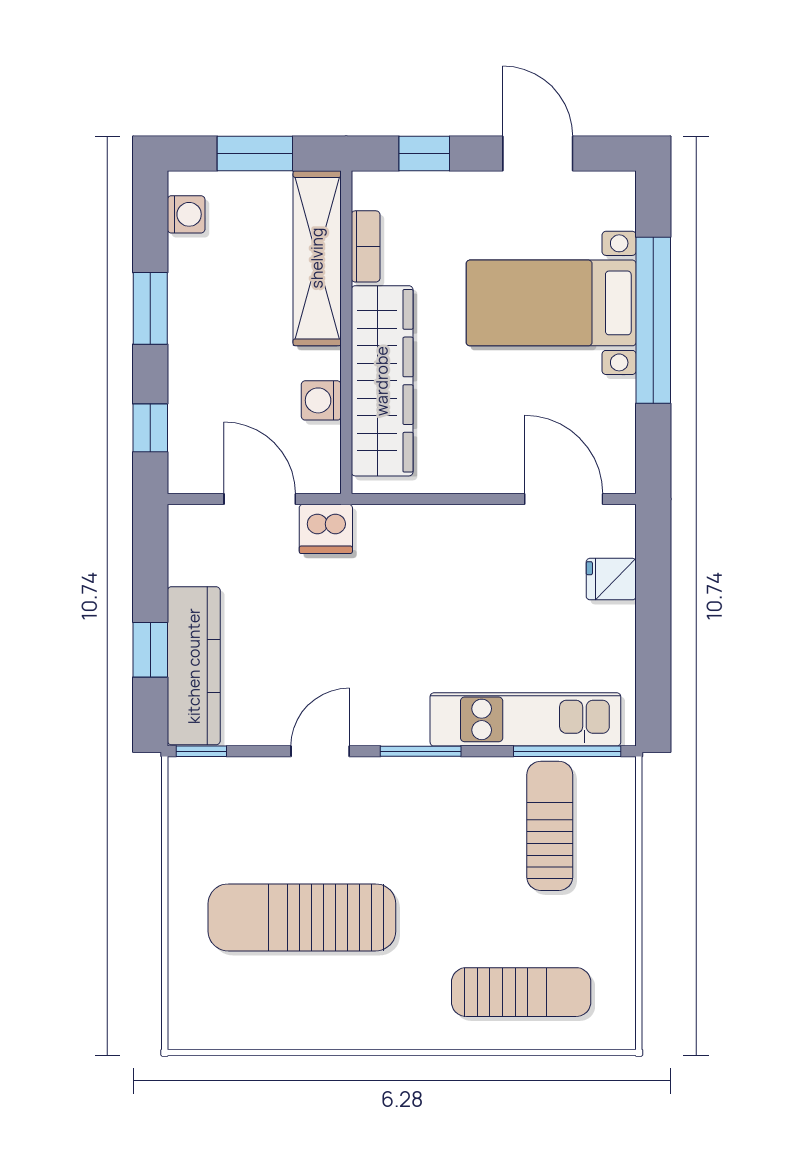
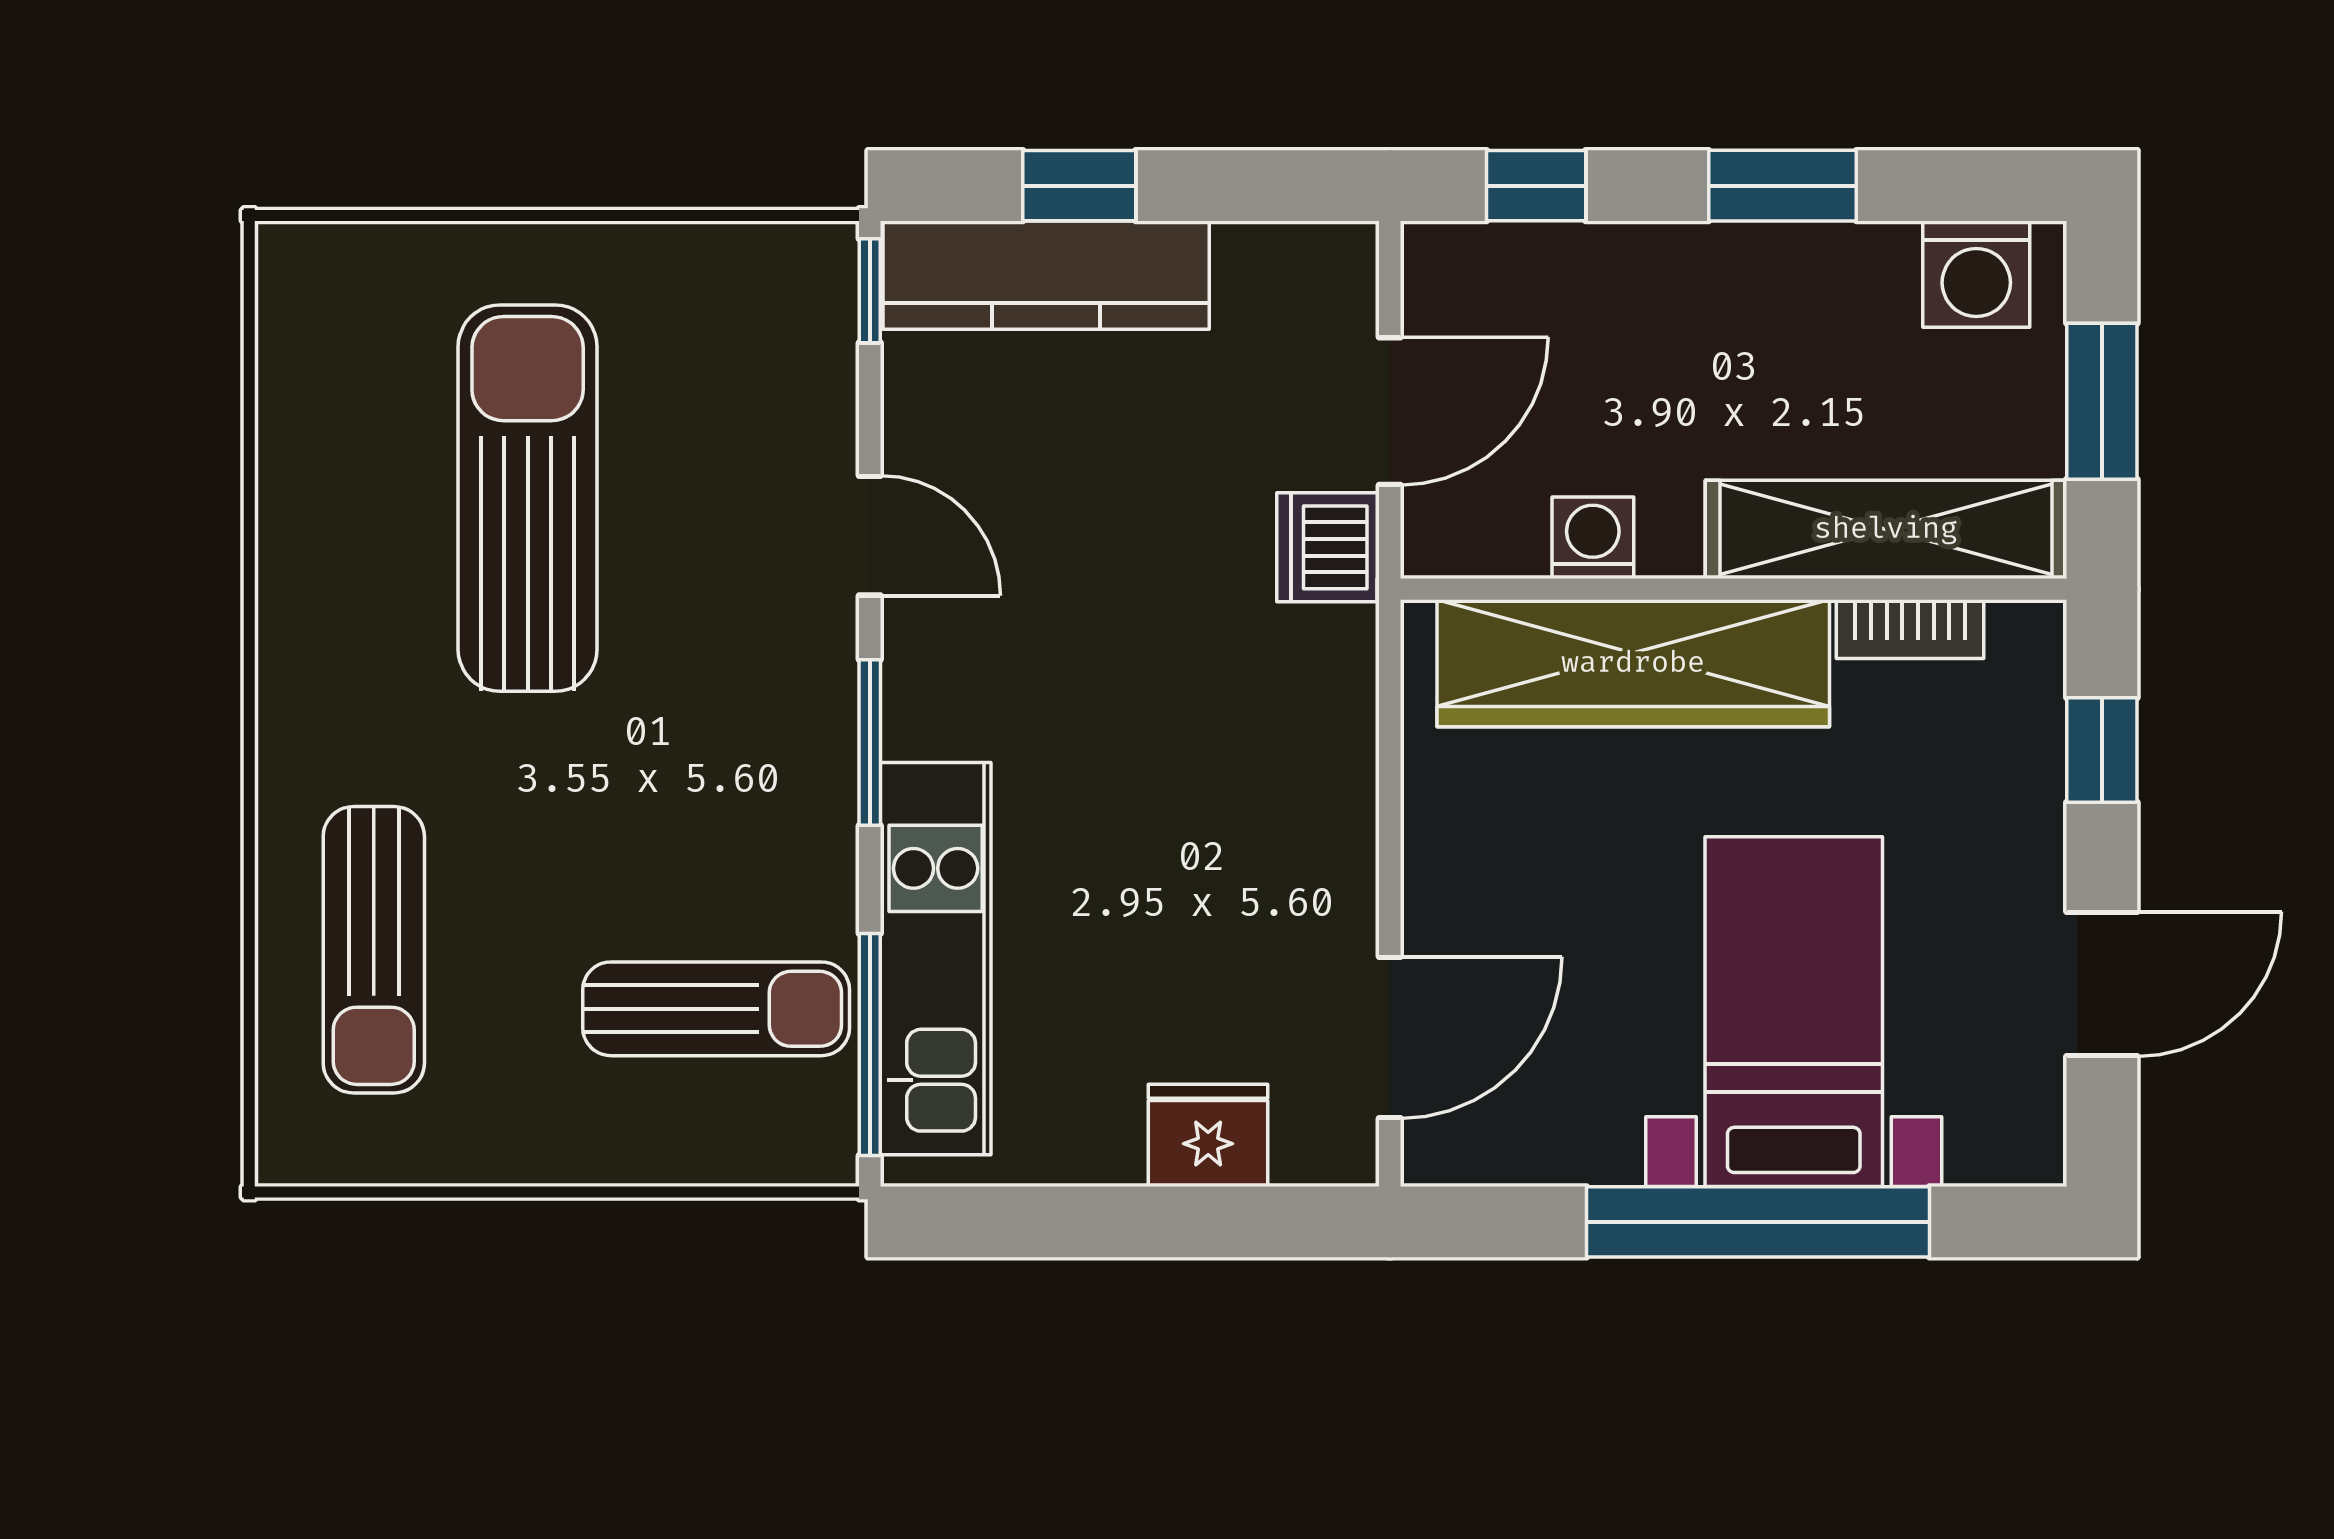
washing machine: (186, 214) -> (1976, 274), width x1.38, depth x1.38
fridge: (611, 579) -> (1208, 1135), width x1.38

